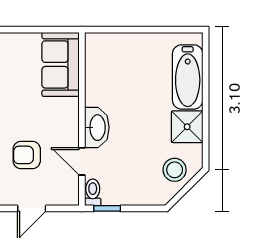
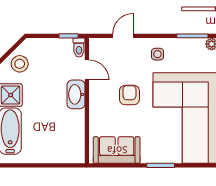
sofa: (60, 64) -> (117, 150), moved, turned -90
armchair: (27, 155) -> (129, 95), moved, turned -90

